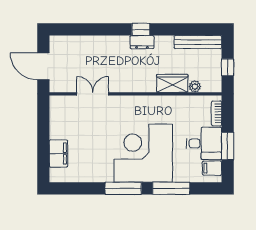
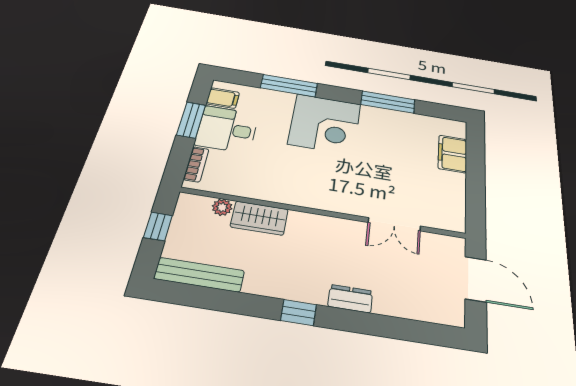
dresser: (142, 42) -> (350, 299), moved
corner desk: (143, 153) -> (325, 124), width x0.74, depth x0.74
window: (123, 188) -> (388, 102), moved

